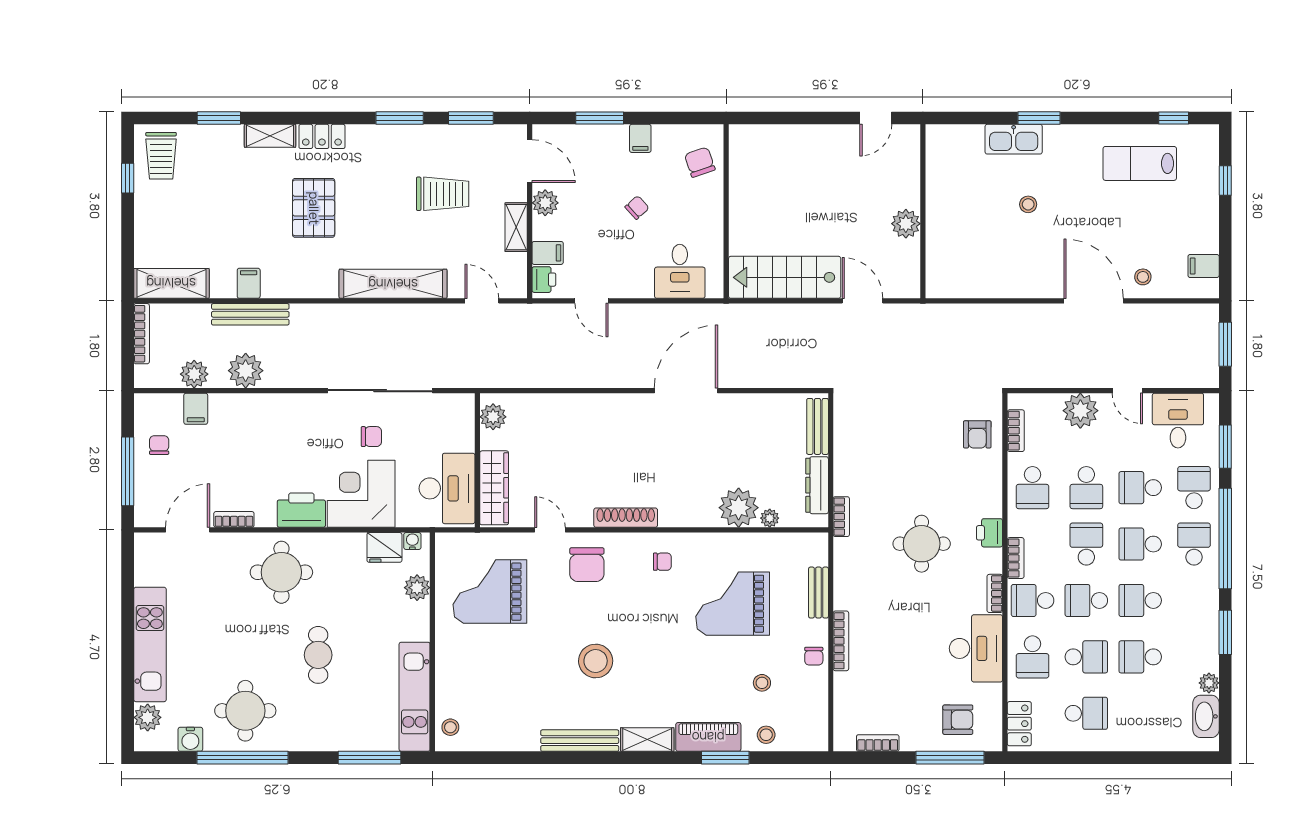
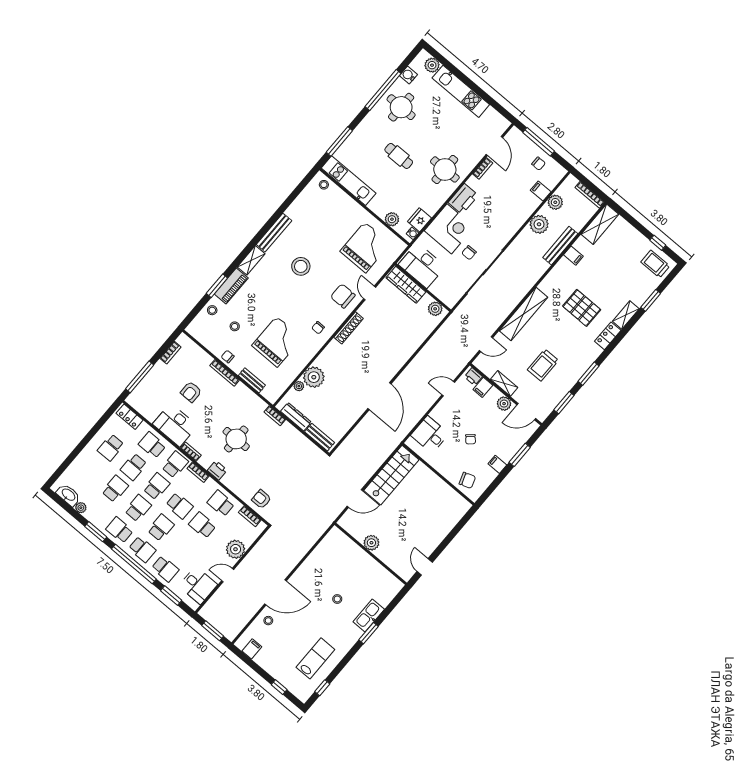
school desk: (1140, 488) -> (119, 530), moved, turned -90
door: (550, 530) -> (370, 293), swing flipped
armchair: (958, 720) -> (191, 392), moved

